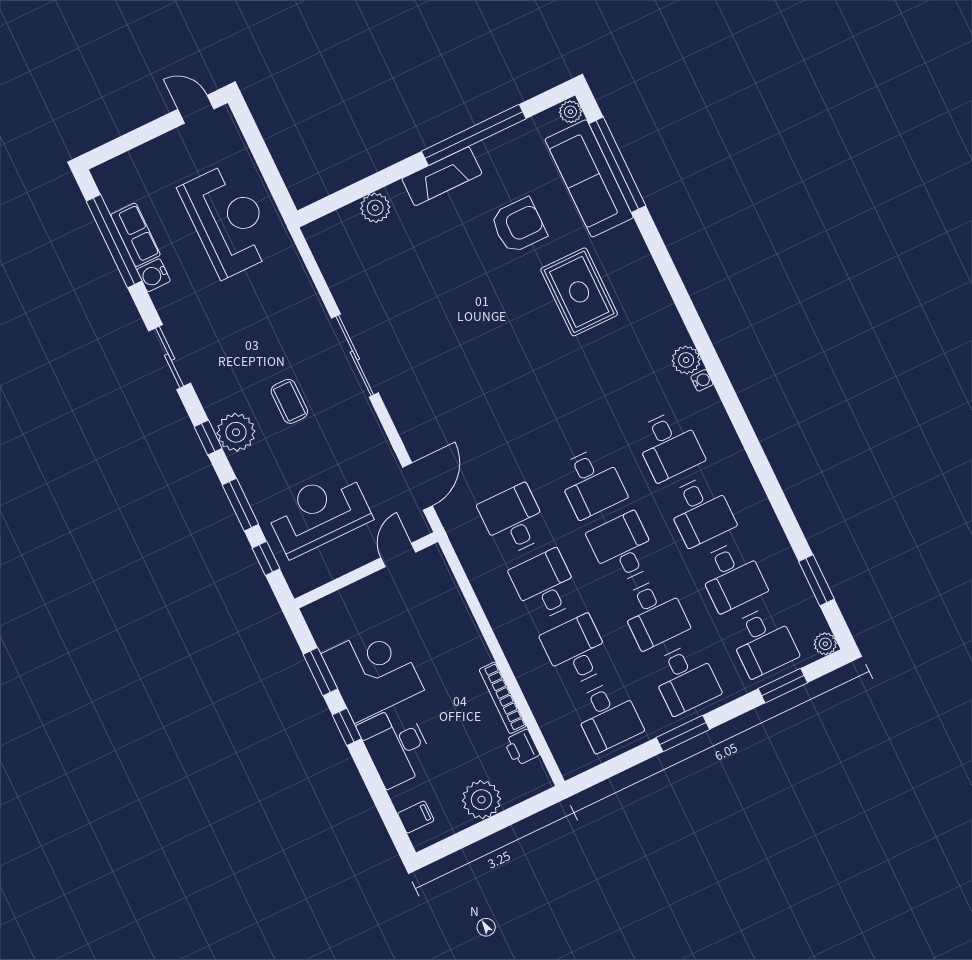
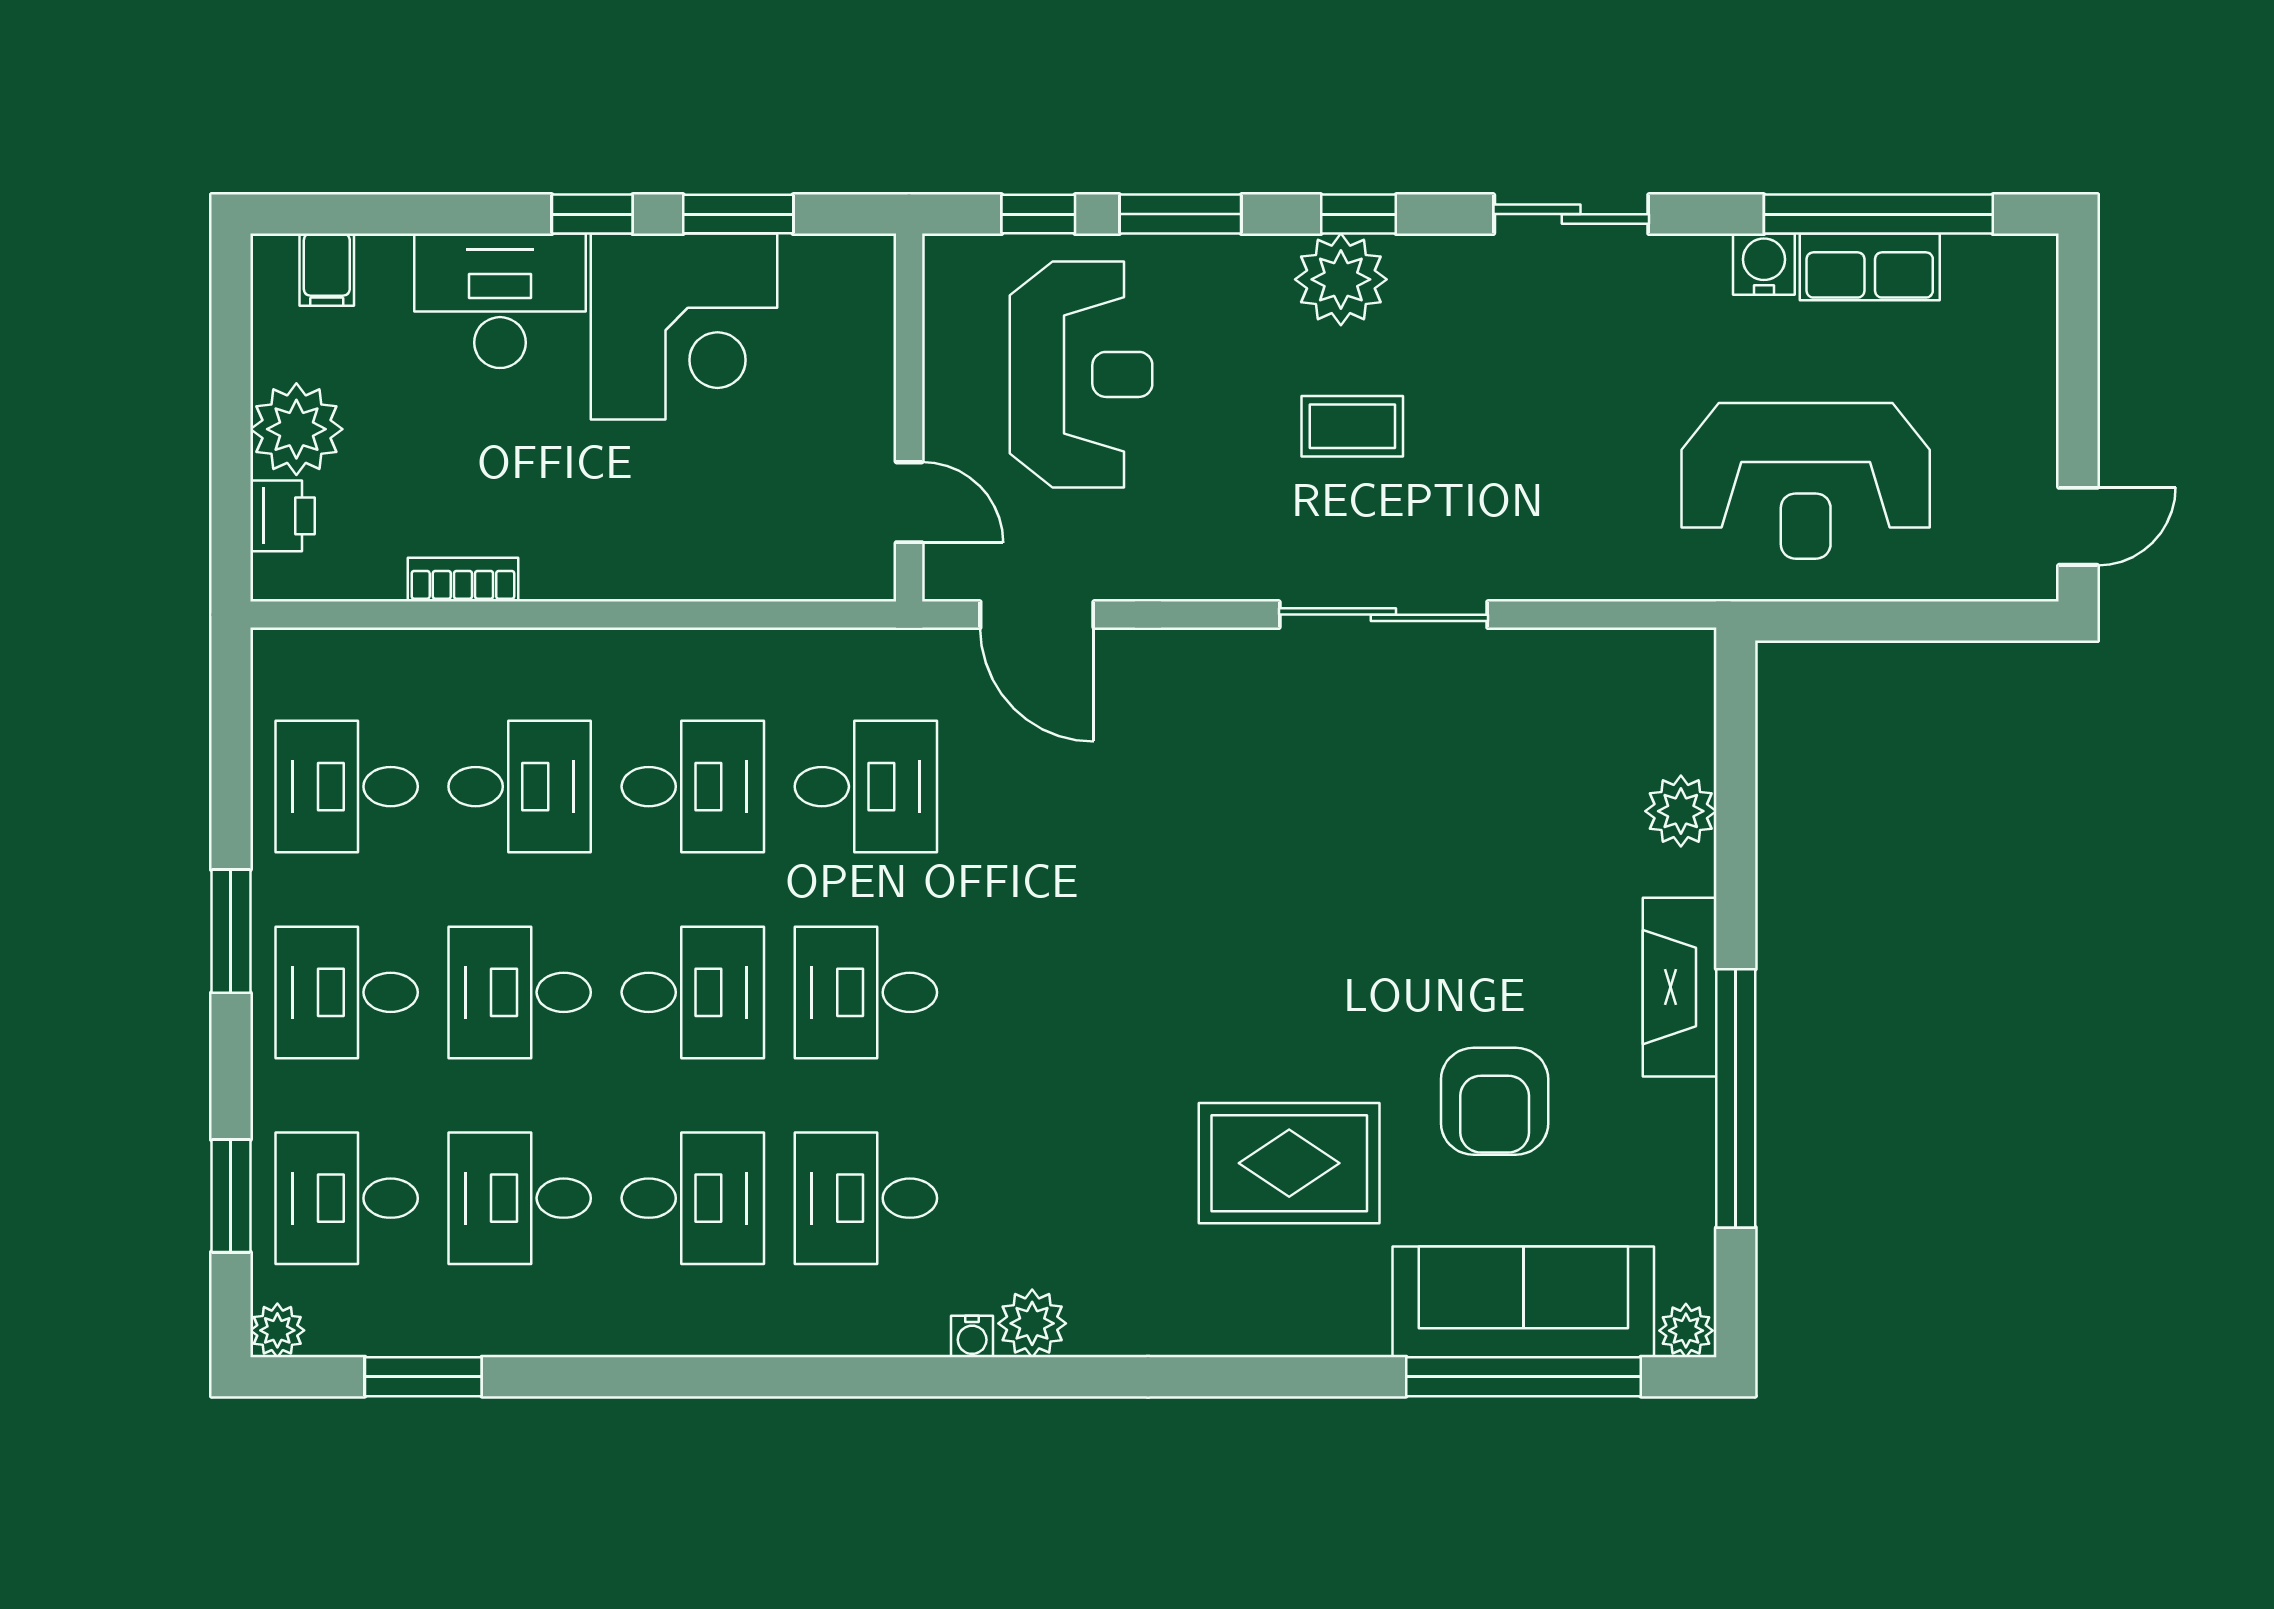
desk: (700, 511) -> (693, 1198), turned 180
bookcase: (503, 698) -> (463, 580), width x0.64
printer: (522, 748) -> (283, 516), moved, turned 90

